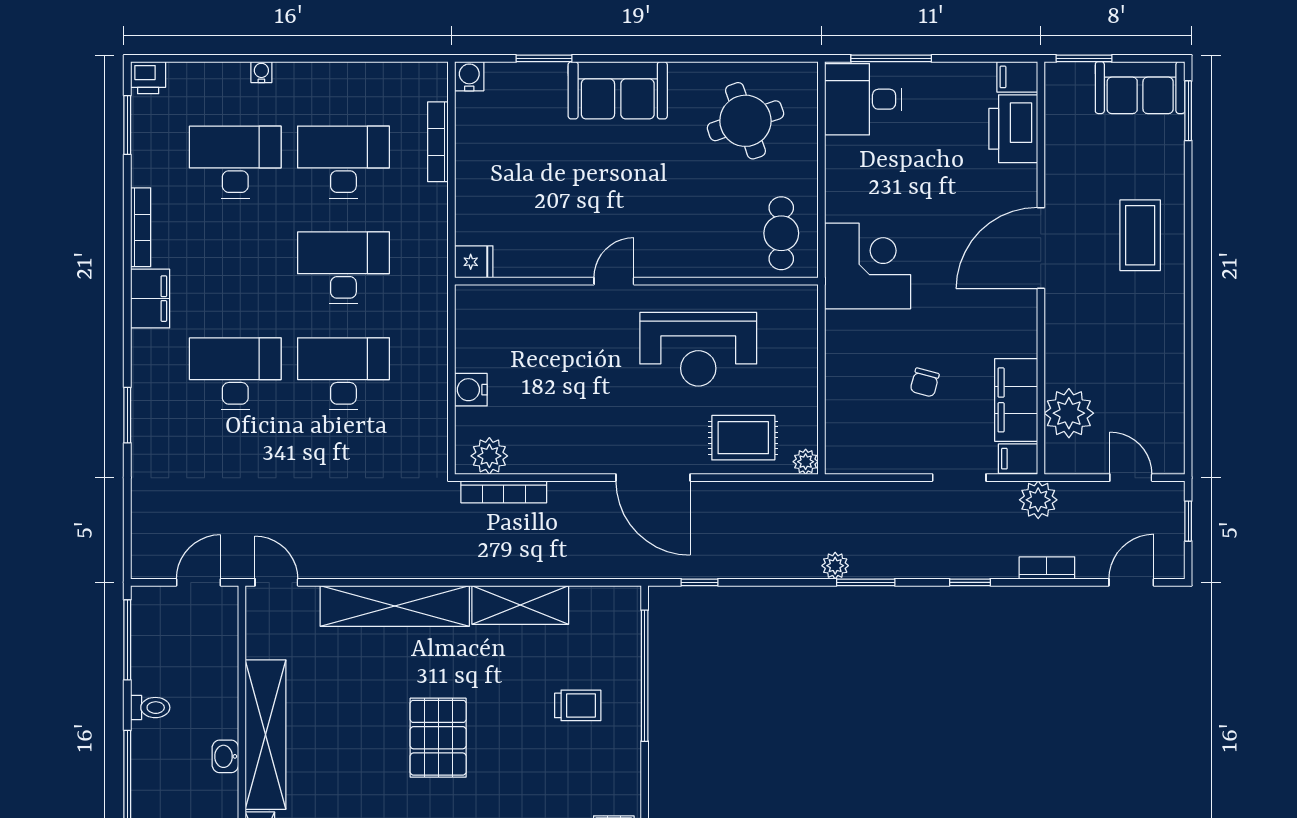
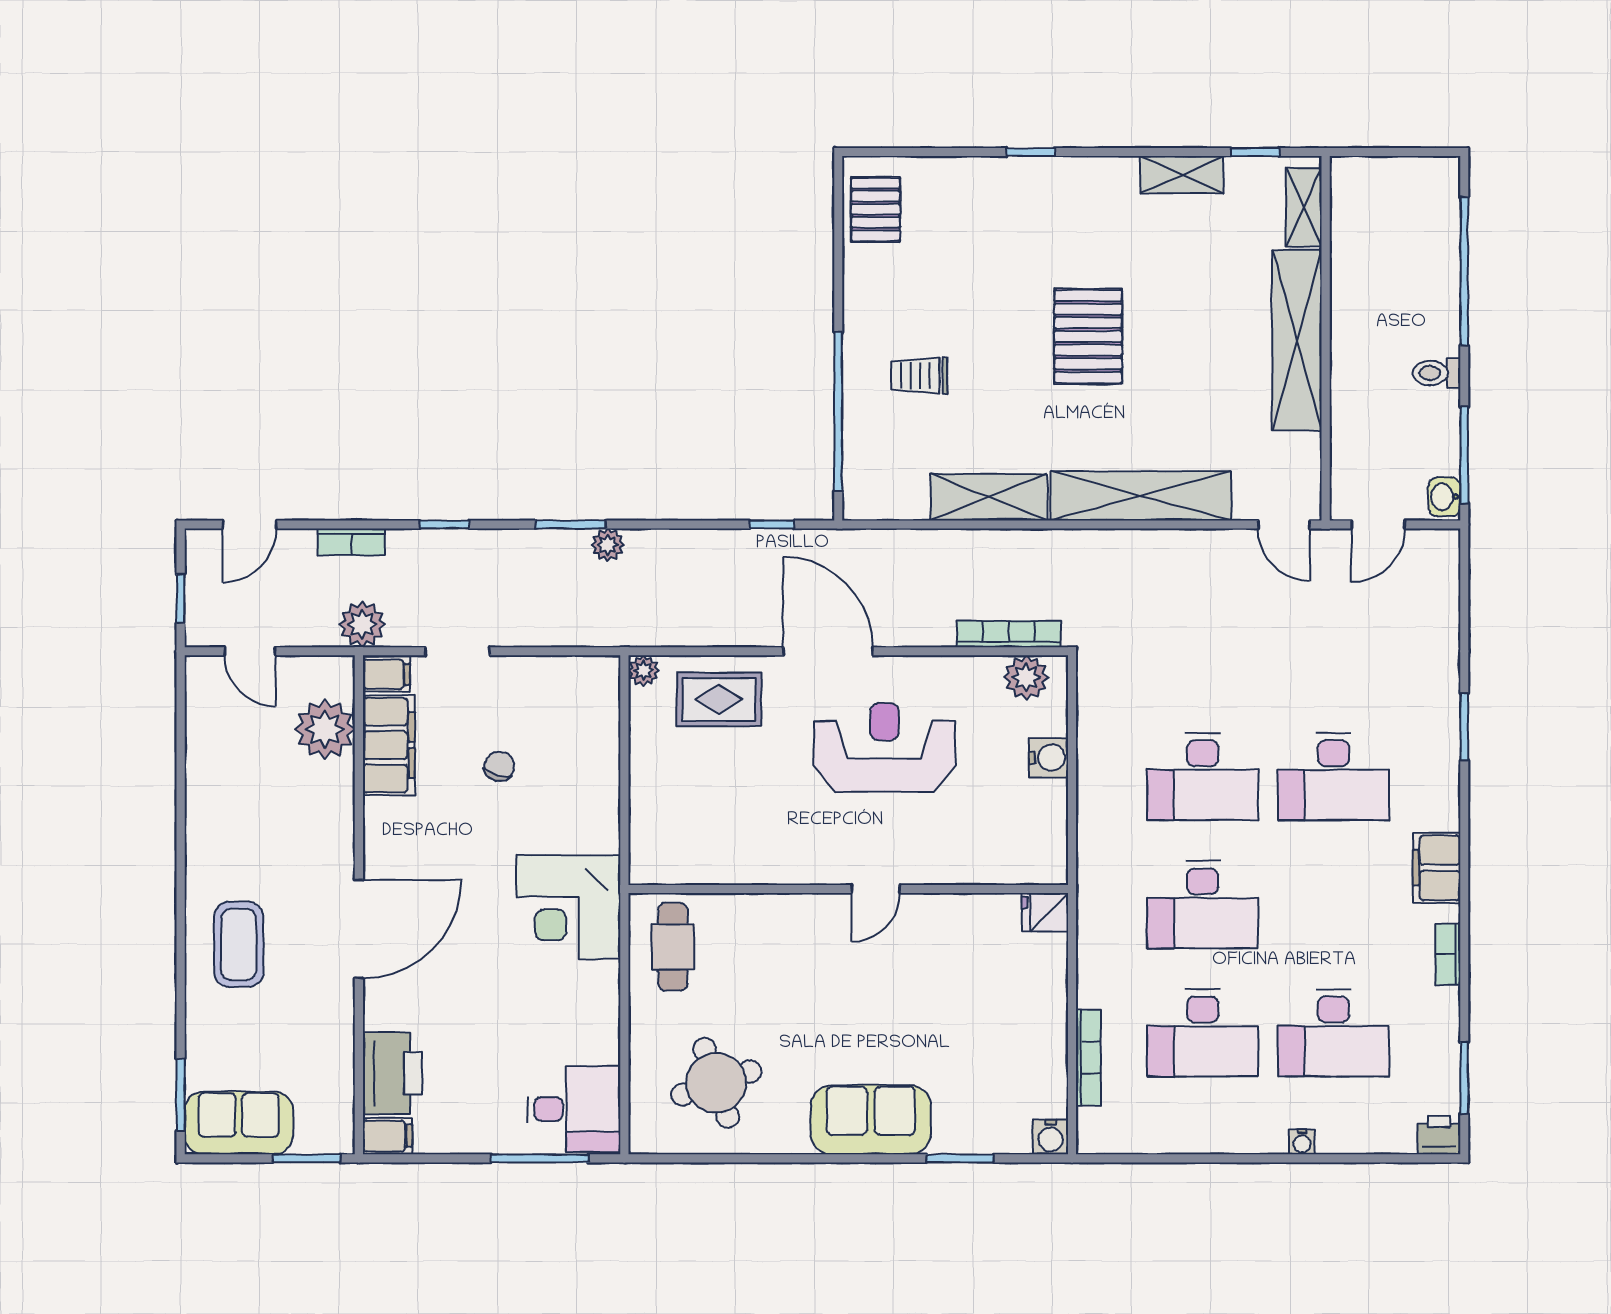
bookcase: (141, 227) -> (1448, 954), width x0.64
reception desk: (698, 349) -> (884, 748), moved
washbasin: (225, 756) -> (1444, 497), moved, turned 180

